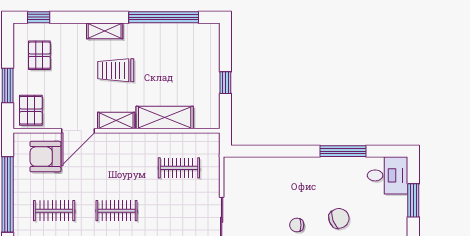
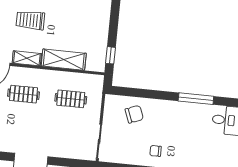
window: (225, 83) -> (111, 55), moved
clothes rail: (116, 211) -> (24, 94), moved
chair: (339, 218) -> (134, 114), moved

